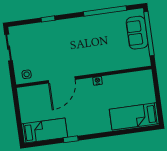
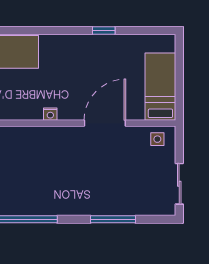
window: (48, 19) -> (113, 219), width x2.17
bed: (45, 131) -> (160, 87), moved, turned 90

